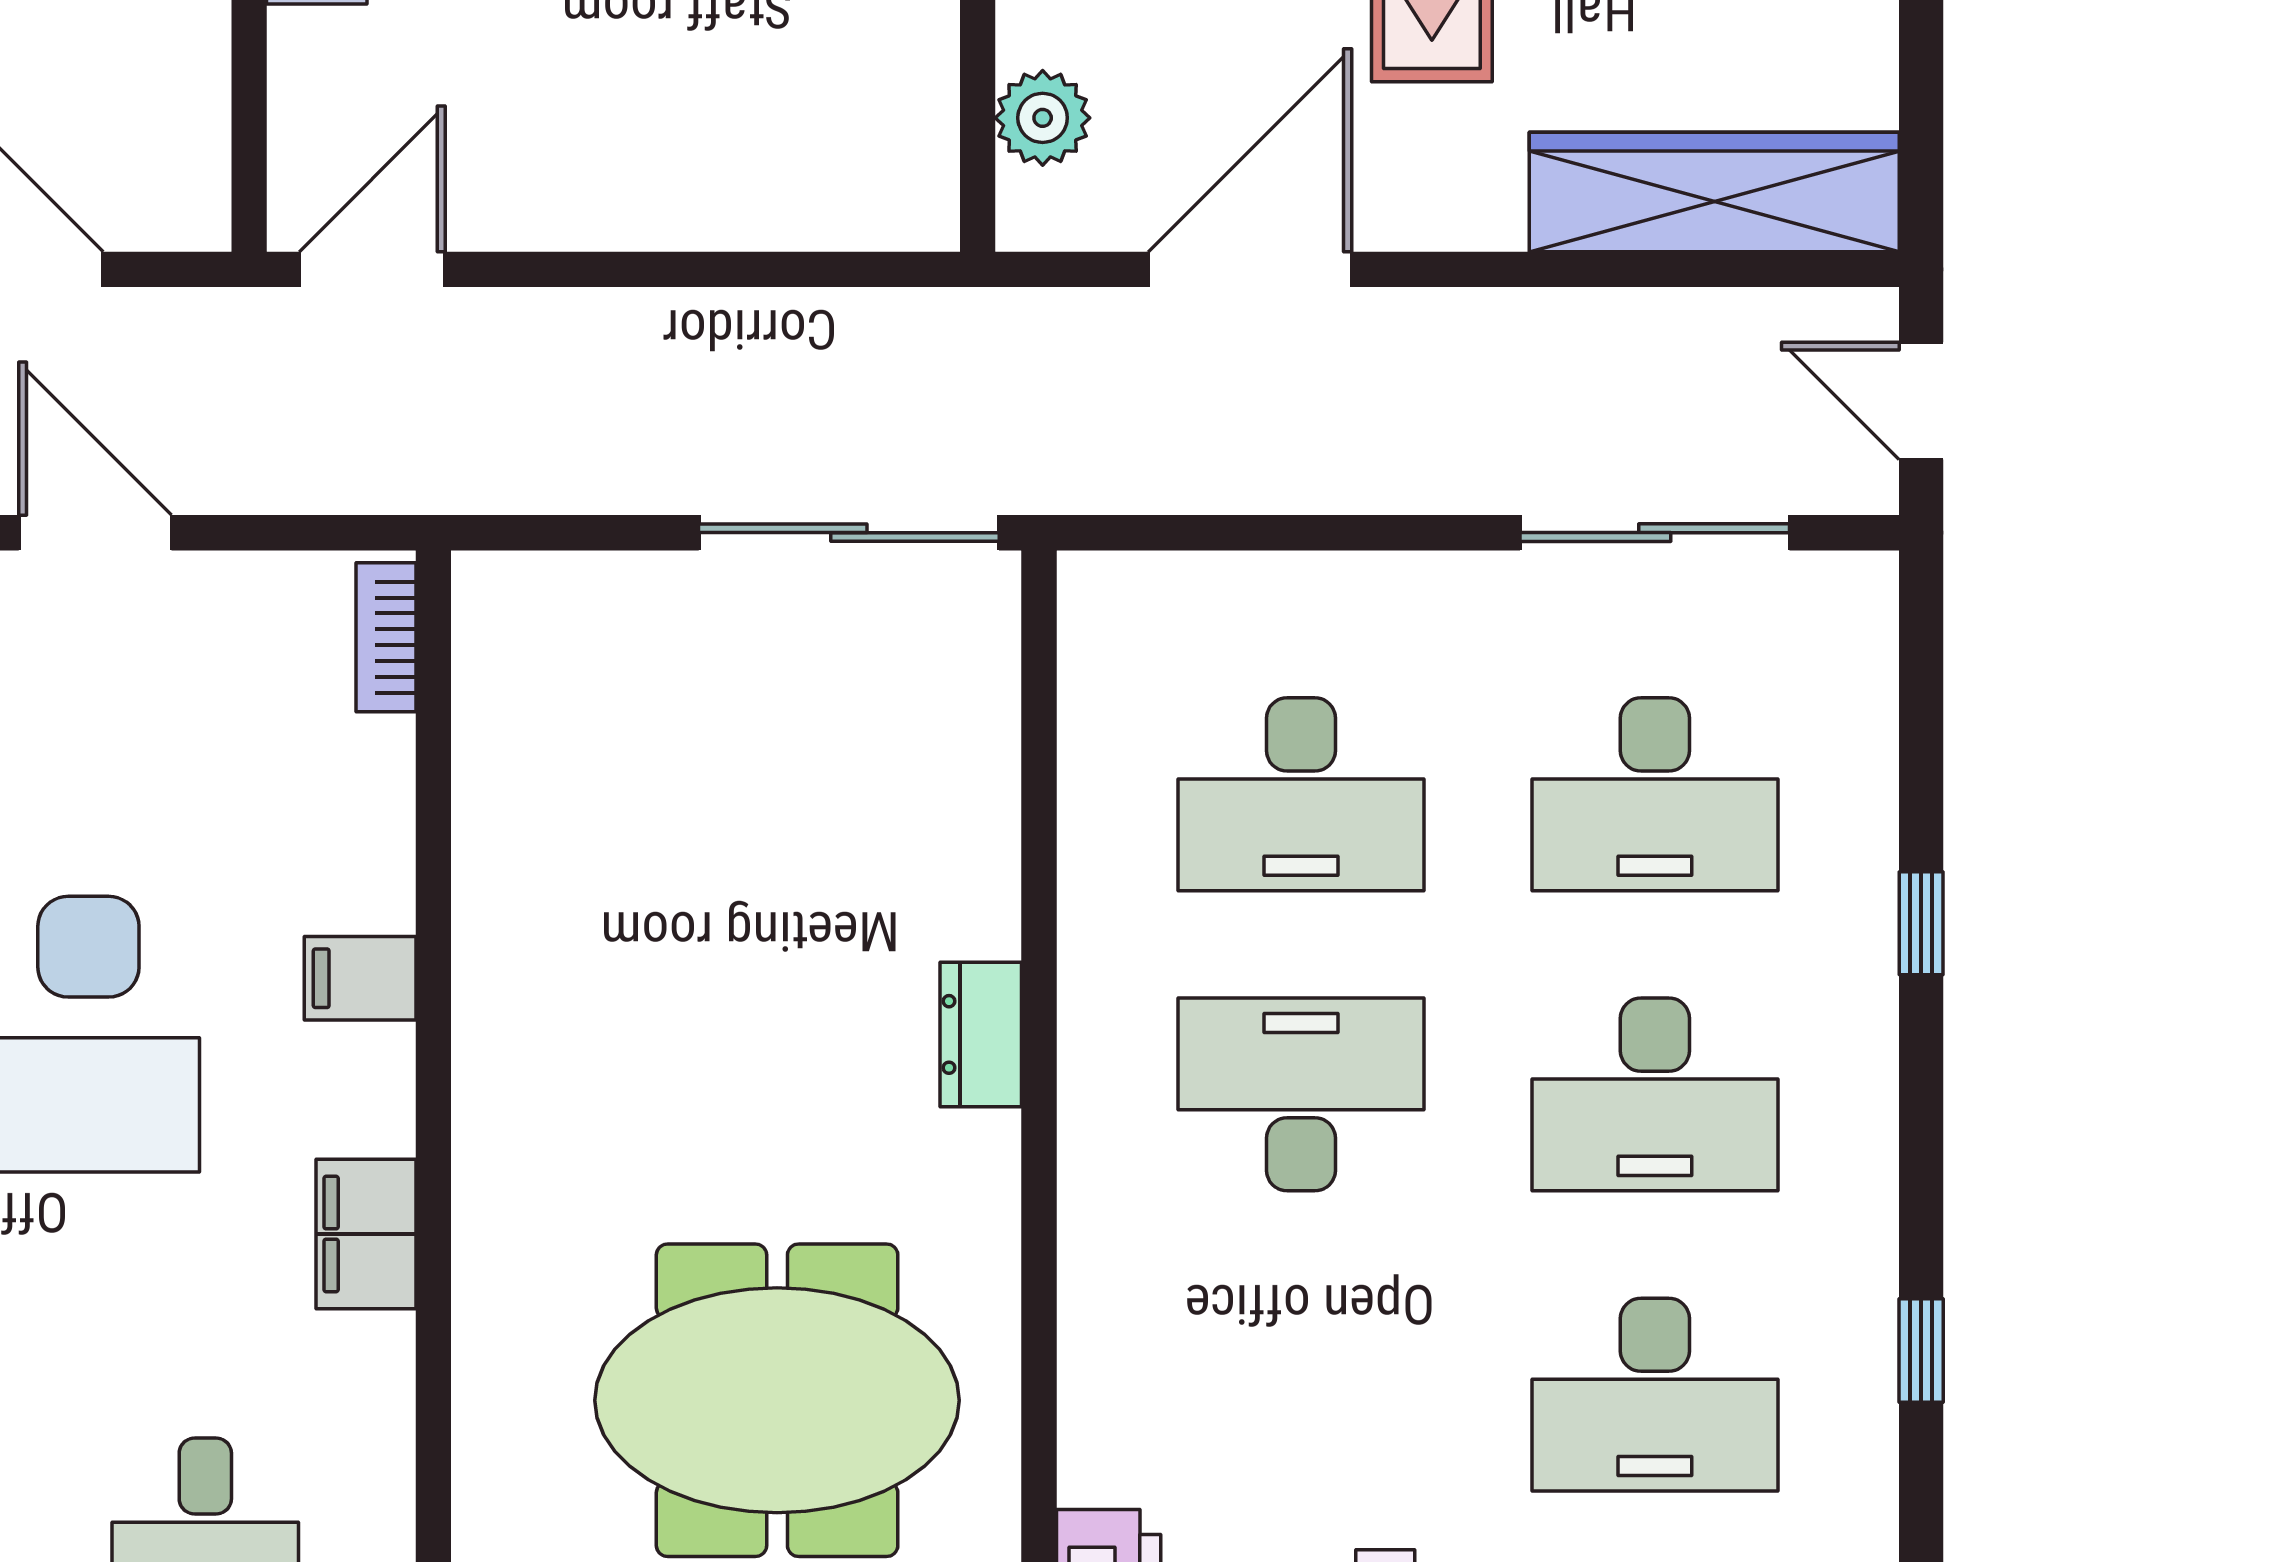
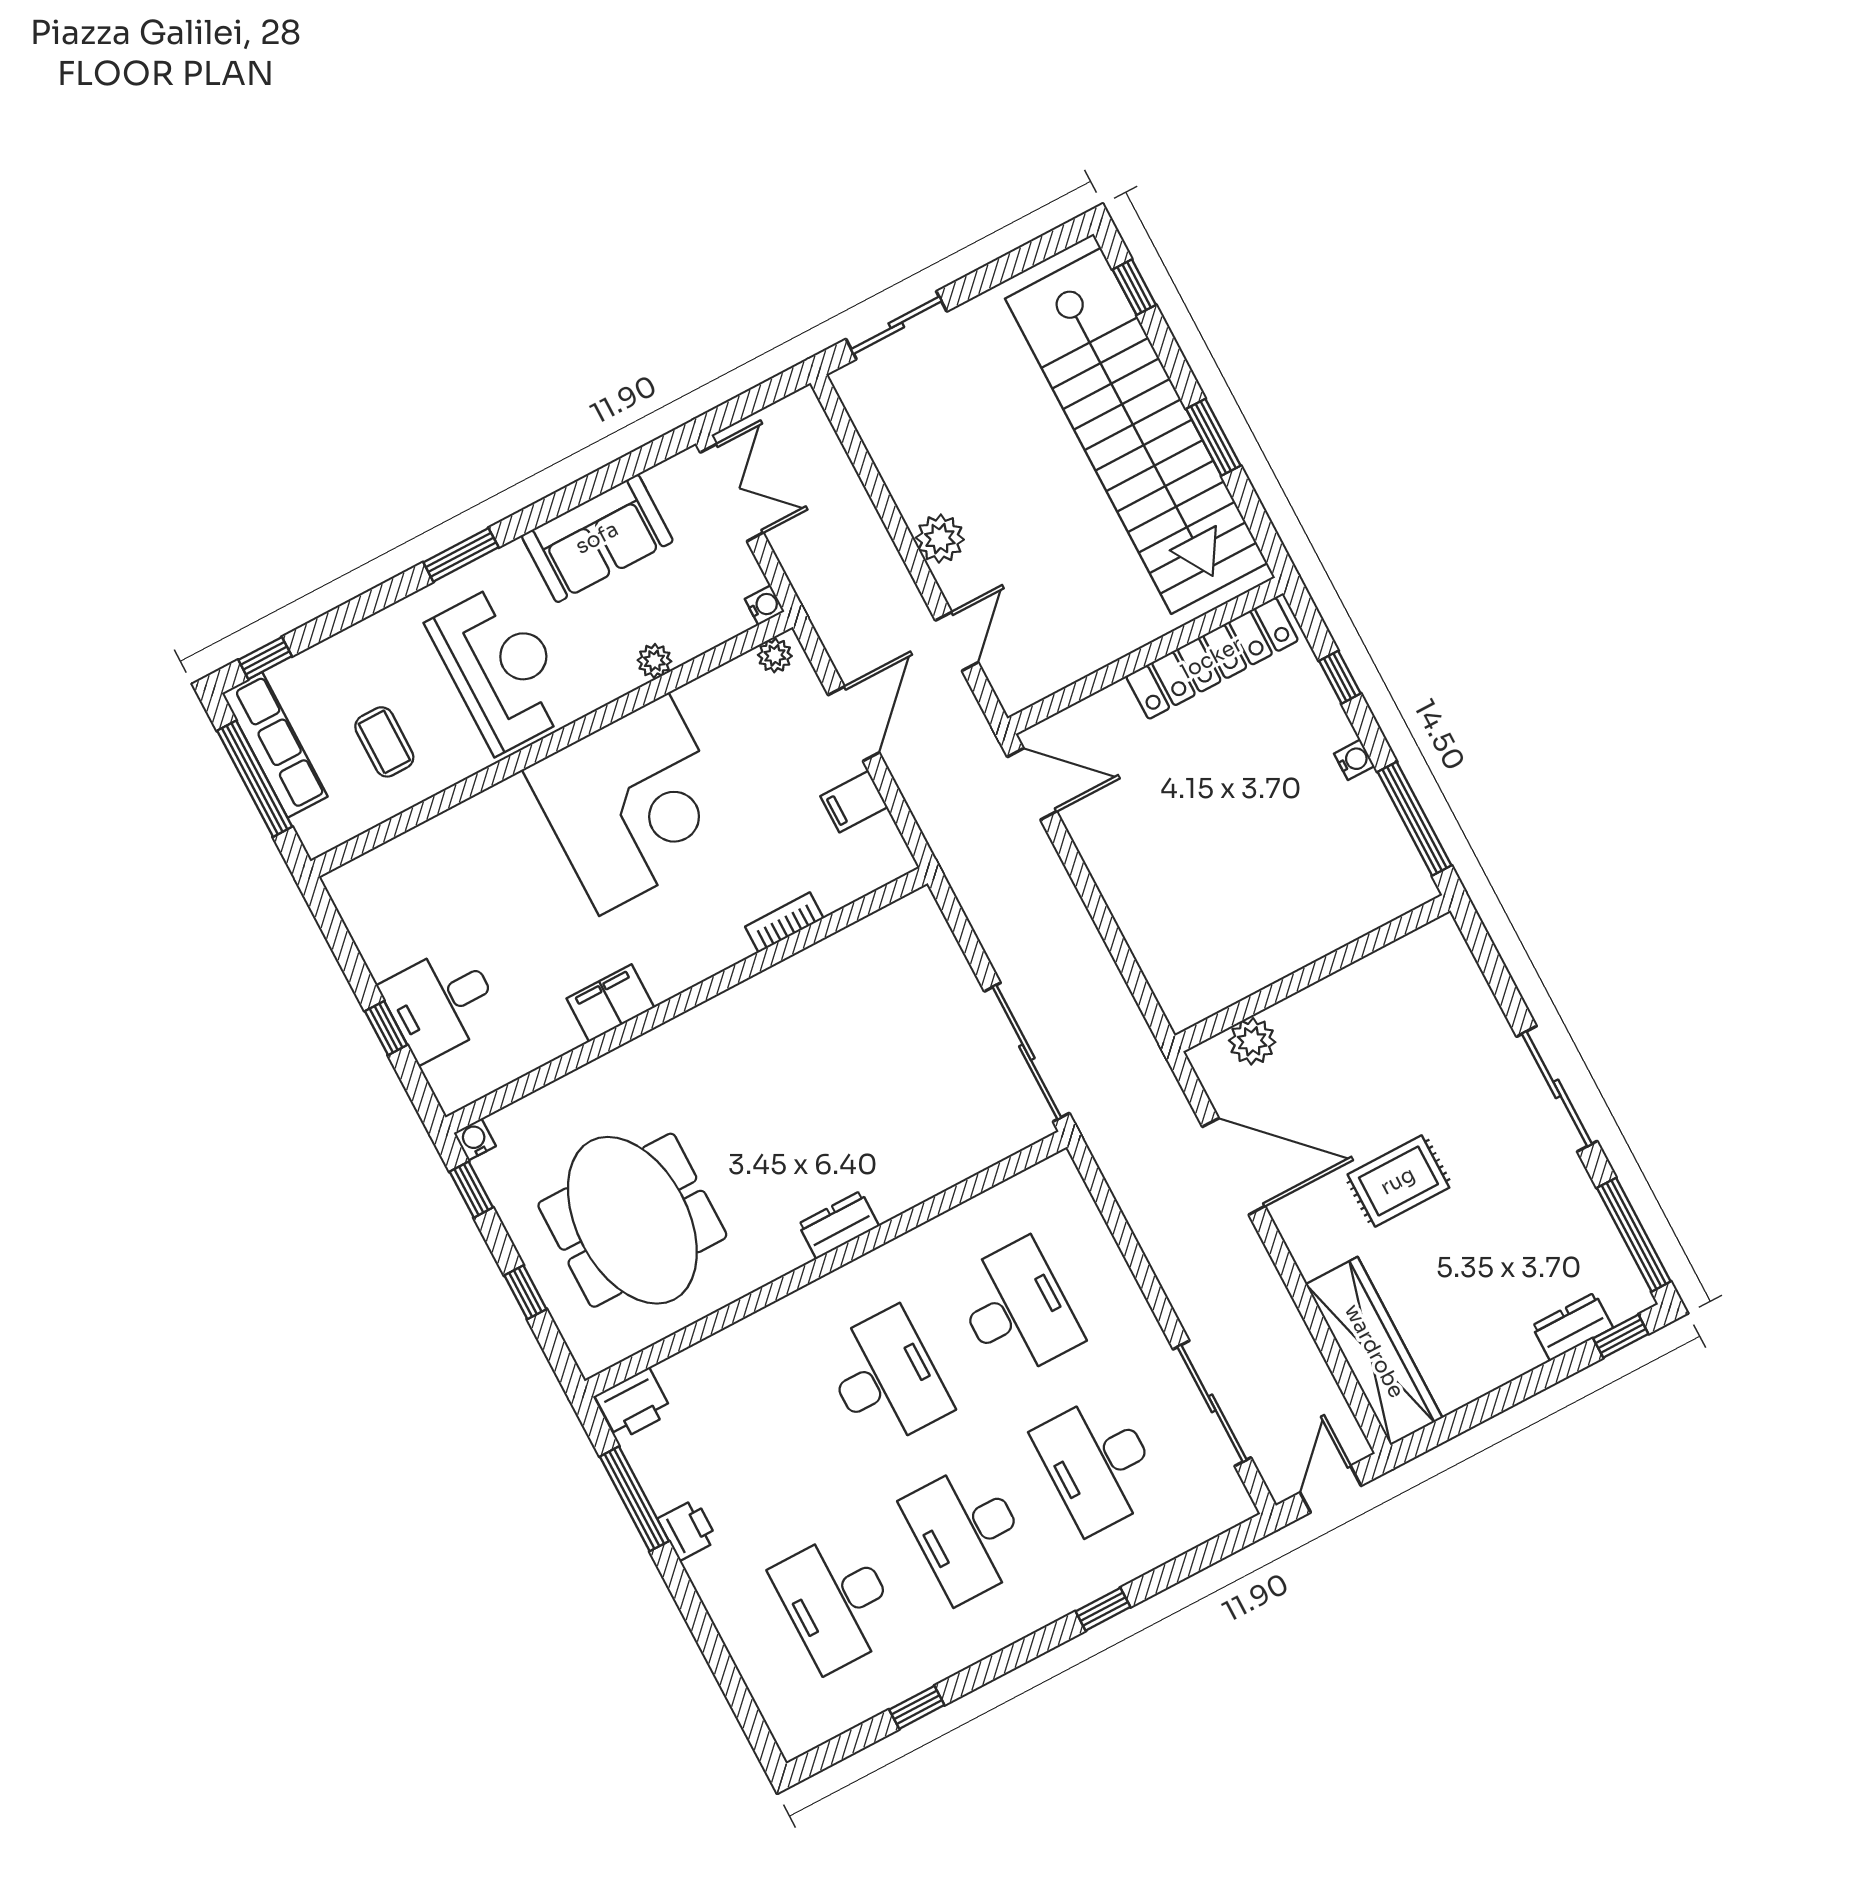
bookcase: (386, 637) -> (784, 922), moved
desk: (1301, 794) -> (1017, 1309), turned 180
filing cabinet: (360, 978) -> (854, 802), moved, turned -90

